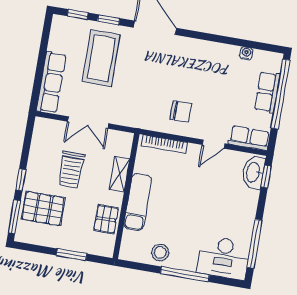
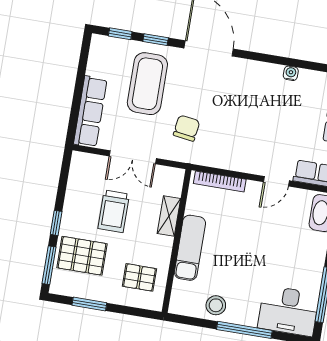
water cooler: (246, 53) -> (291, 73), moved
chair: (181, 112) -> (187, 128), moved, turned -82
pallet: (106, 219) -> (139, 277), moved, turned 90
window: (71, 255) -> (89, 304), moved

